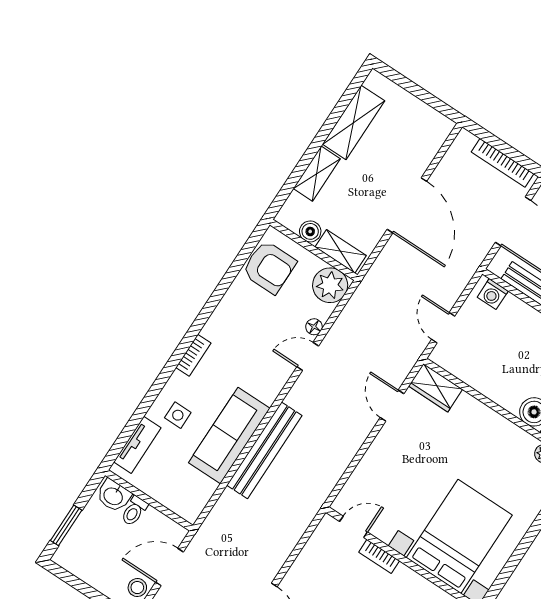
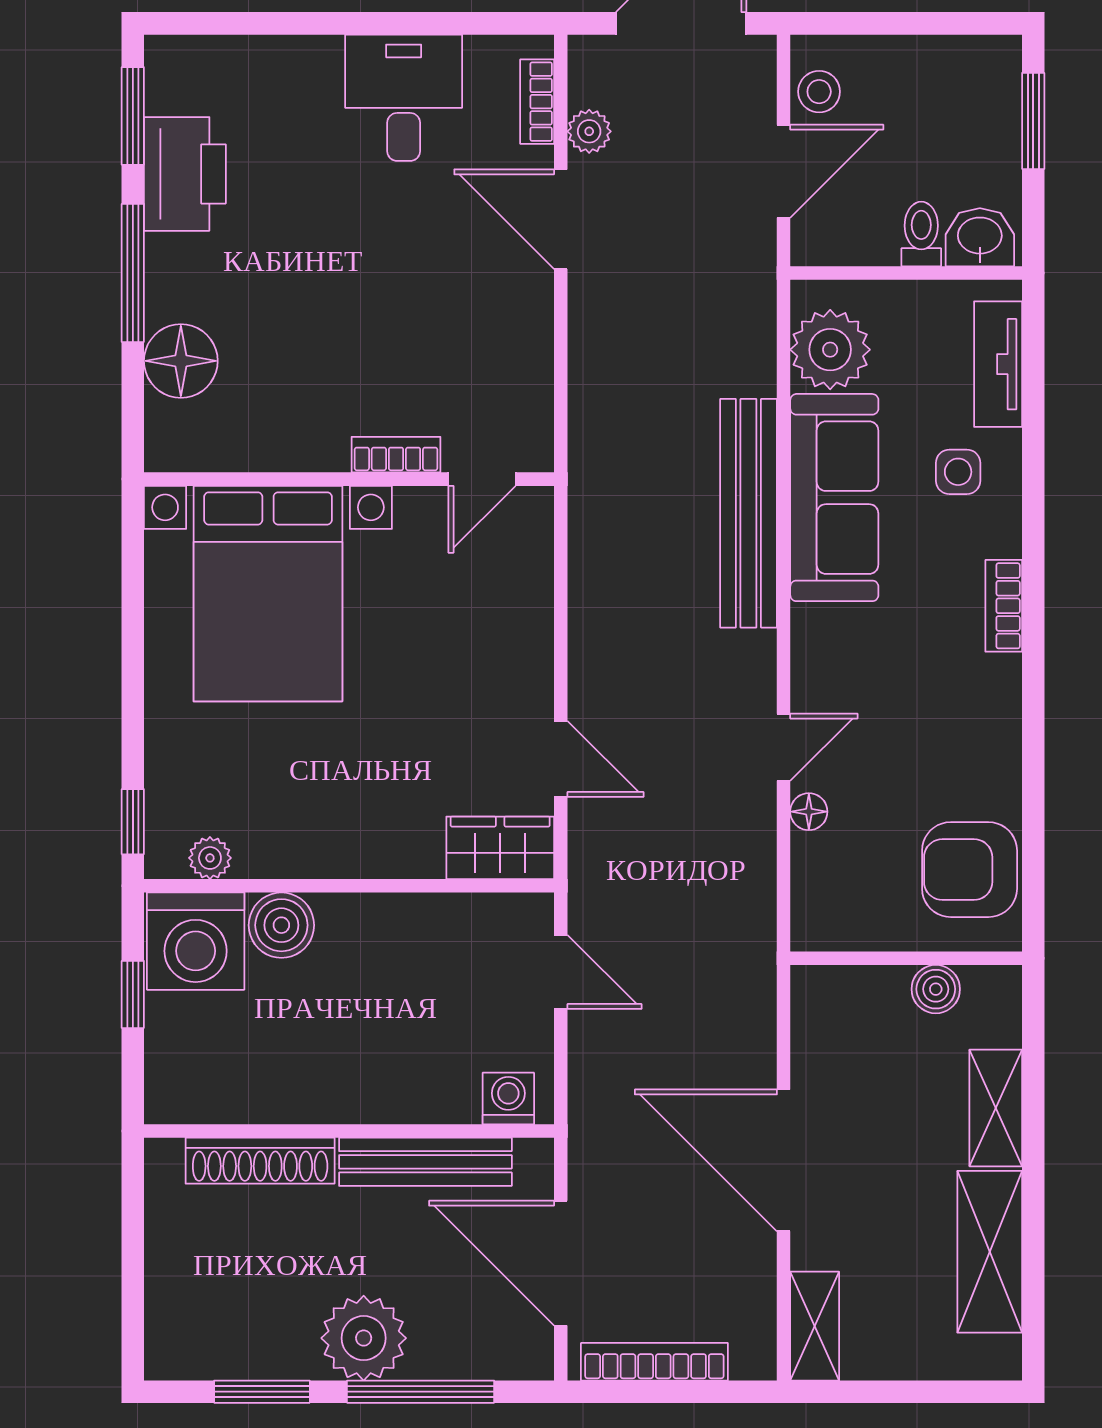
shelving: (341, 251) -> (815, 1326), moved, turned 90
plant: (330, 285) -> (830, 350), moved

